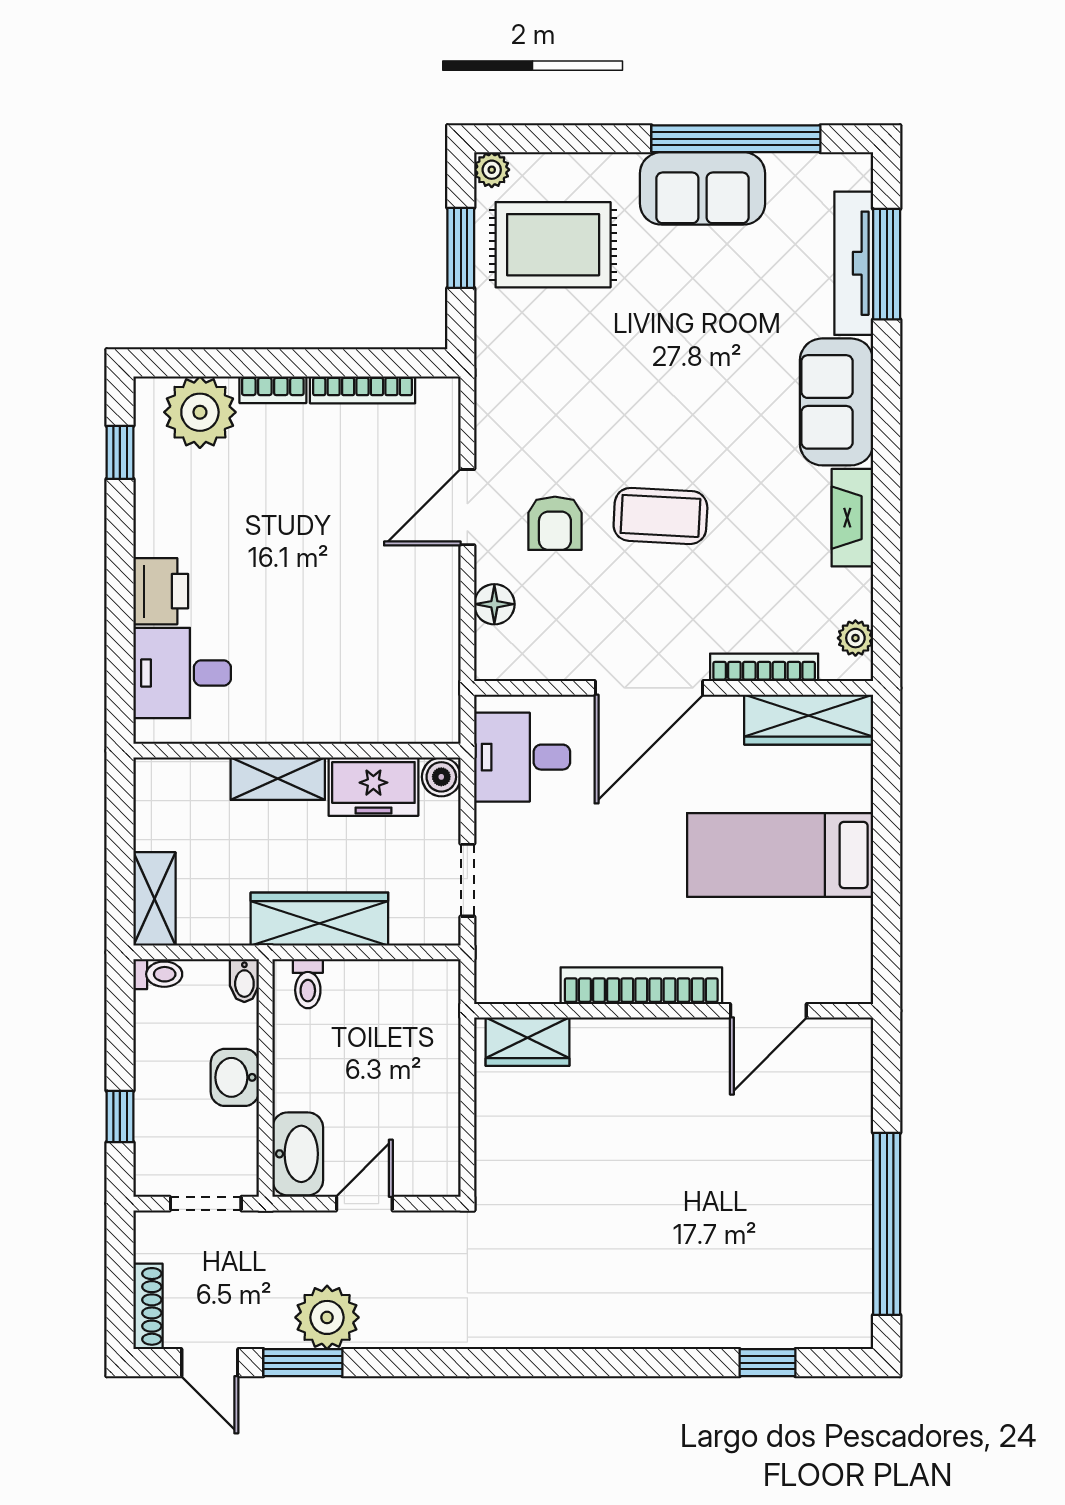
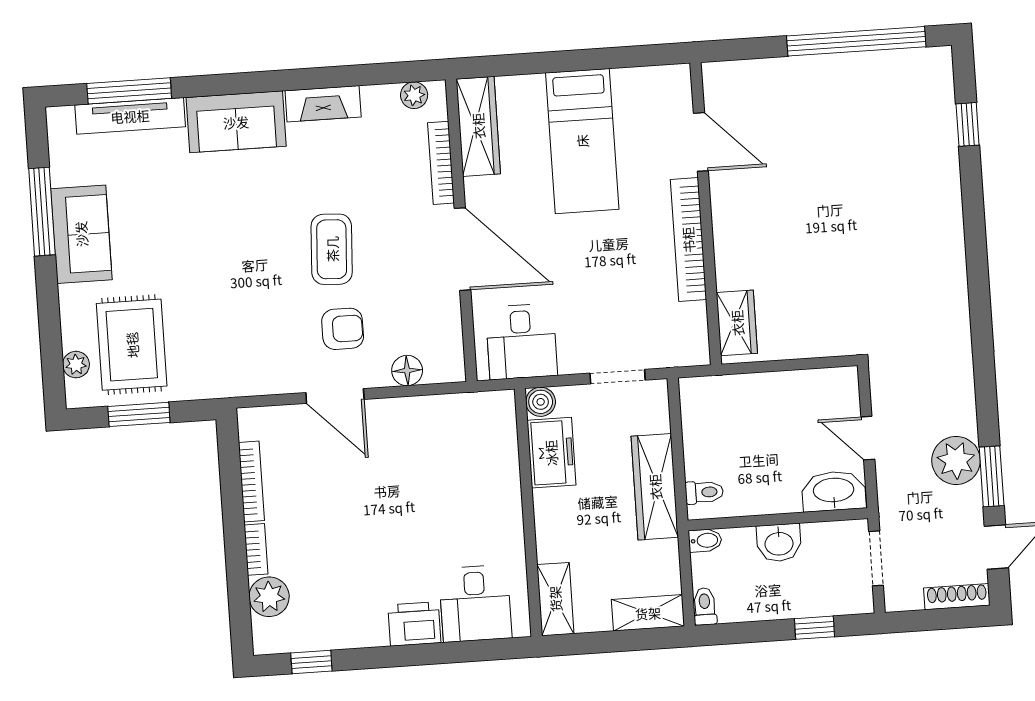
window: (736, 139) -> (42, 212), width x0.68
plant: (492, 170) -> (76, 365), moved
plant: (200, 412) -> (269, 597), width x0.73, depth x0.73
shelving: (278, 779) -> (555, 599), moved

